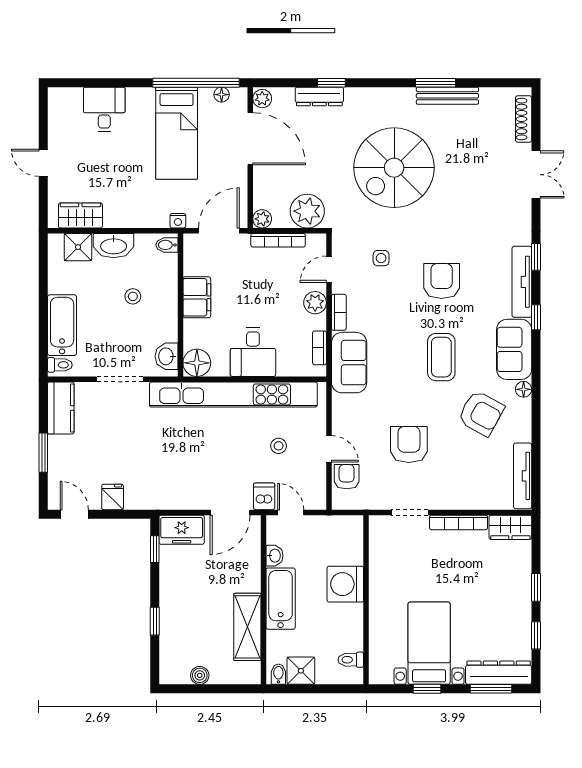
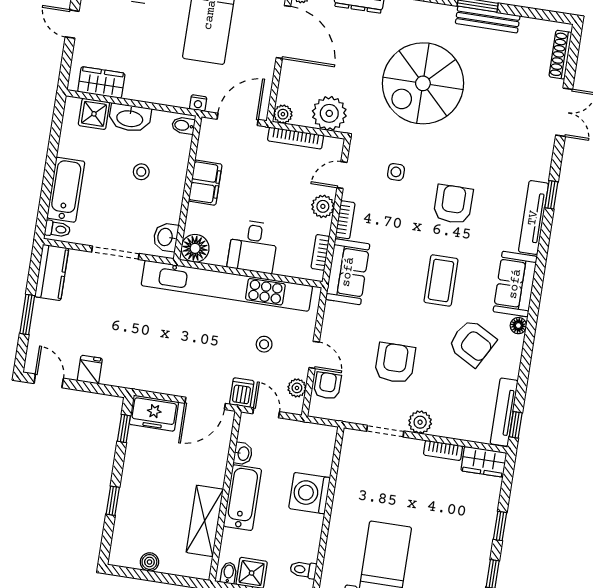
window: (536, 317) -> (516, 425), moved
plant: (317, 484) -> (297, 388), added
plant: (442, 498) -> (420, 422), added
bookcase: (459, 522) -> (443, 450), width x0.64

